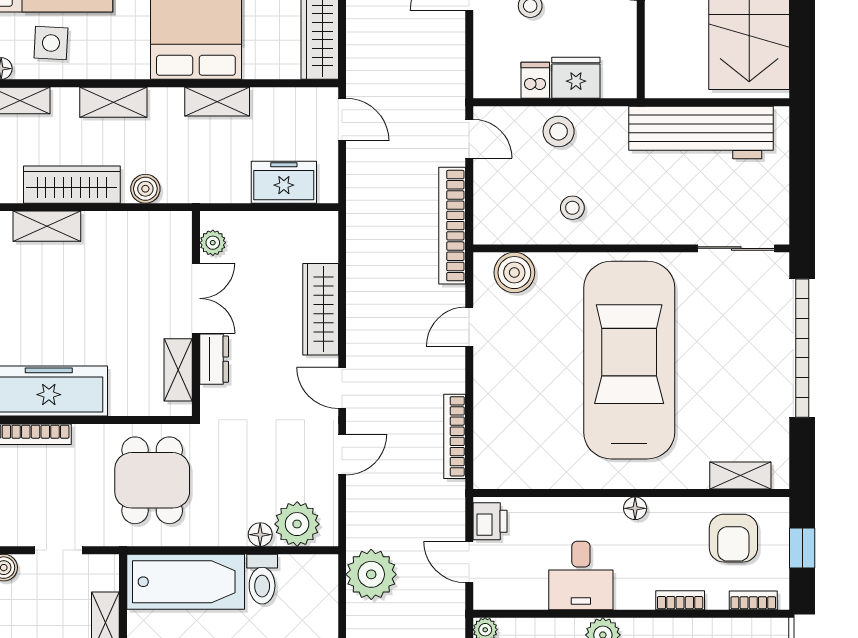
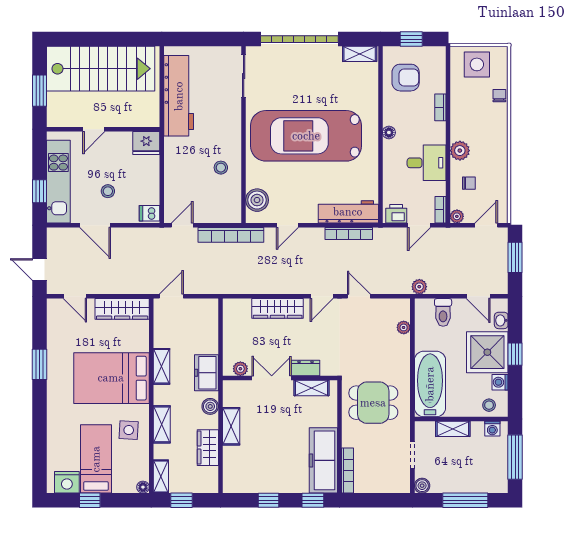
side table: (51, 43) -> (129, 430), moved
fridge: (576, 78) -> (146, 143), moved, turned -90
dishwasher: (535, 80) -> (150, 213), moved
stool: (559, 131) -> (178, 175), removed
freezer: (284, 182) -> (207, 373), moved
wardrobe: (72, 185) -> (208, 448), width x0.67
shelving: (47, 226) -> (231, 426), moved
door: (469, 327) -> (287, 225), hinge flipped
workbench: (493, 436) -> (348, 212), added
shelving: (740, 476) -> (360, 54), moved, turned 90
plant: (297, 524) -> (404, 327), width x0.53, depth x0.53
floor lamp: (260, 535) -> (404, 342), removed
plant: (371, 574) -> (419, 287), width x0.53, depth x0.53
toilet: (262, 579) -> (443, 312), moved, turned 90
bookcase: (753, 600) -> (440, 210), moved

